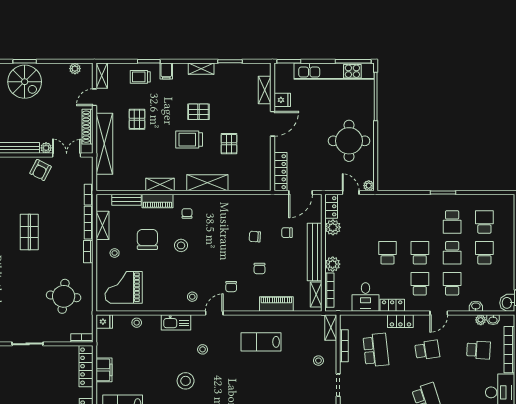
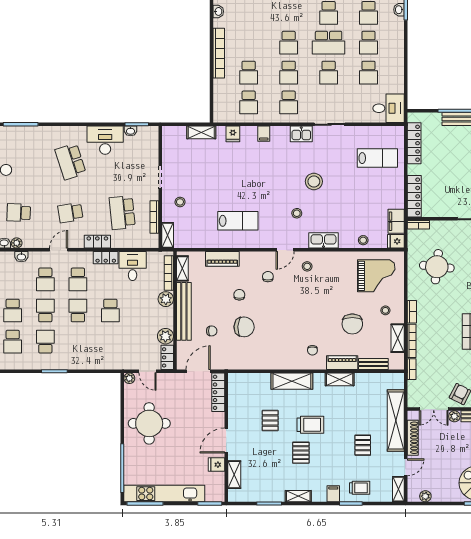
pallet: (198, 112) -> (301, 453), turned 90
chair: (255, 237) -> (244, 327), width x1.87, depth x1.87
stool: (181, 245) -> (318, 318), removed
school desk: (420, 253) -> (78, 311), turned 180
filing cabinet: (104, 370) -> (396, 221), moved

